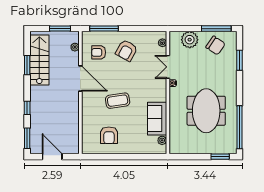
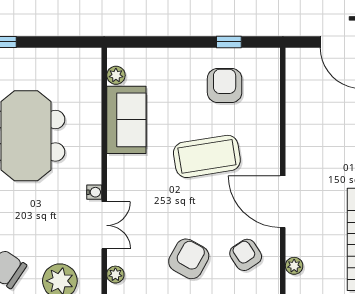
armchair: (99, 52) -> (246, 255), turned -123
coffee table: (118, 101) -> (207, 156), width x1.36, depth x1.32
window: (107, 157) -> (229, 42), added

